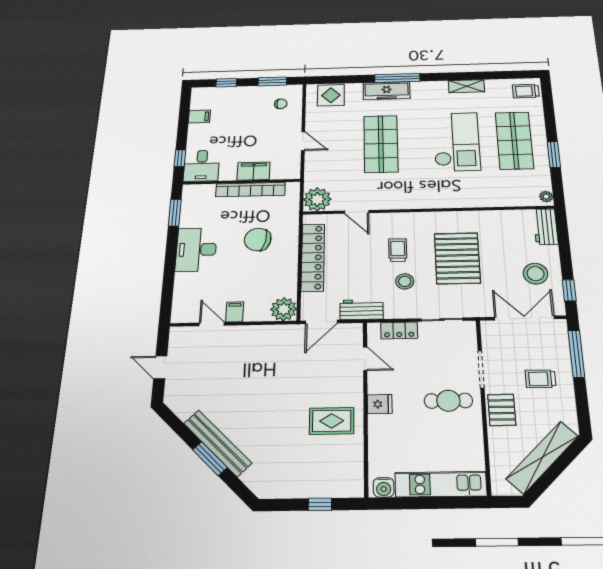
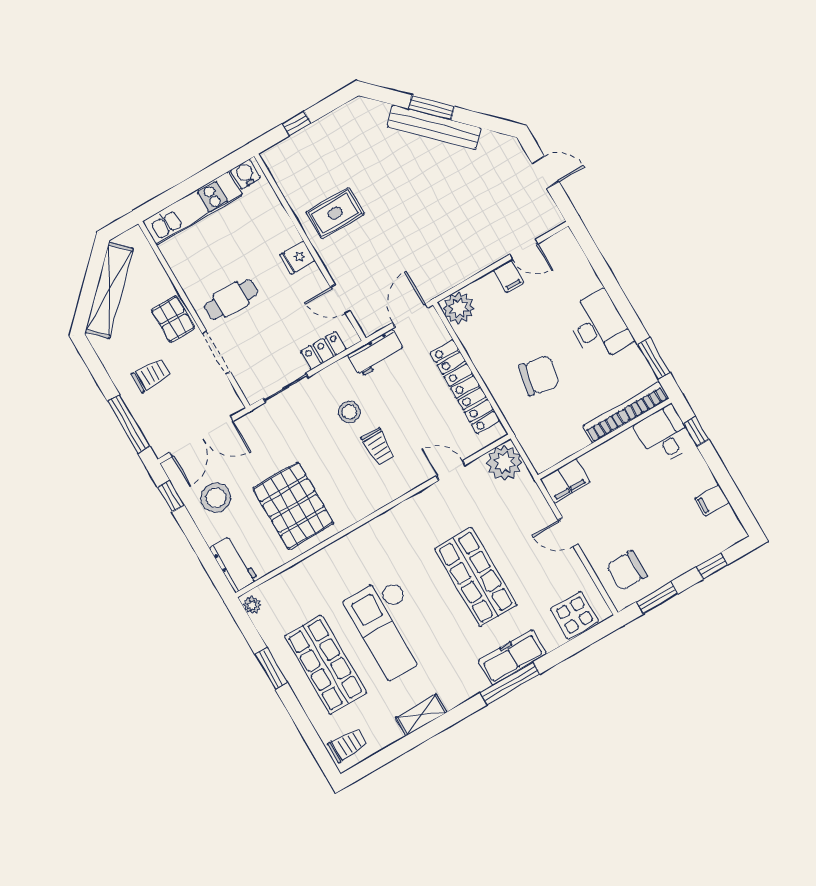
chair: (281, 104) -> (627, 571), width x1.87, depth x1.87
filing cabinet: (254, 171) -> (565, 481), moved
bookcase: (250, 190) -> (626, 412), moved
pallet: (457, 258) -> (293, 506), moved

